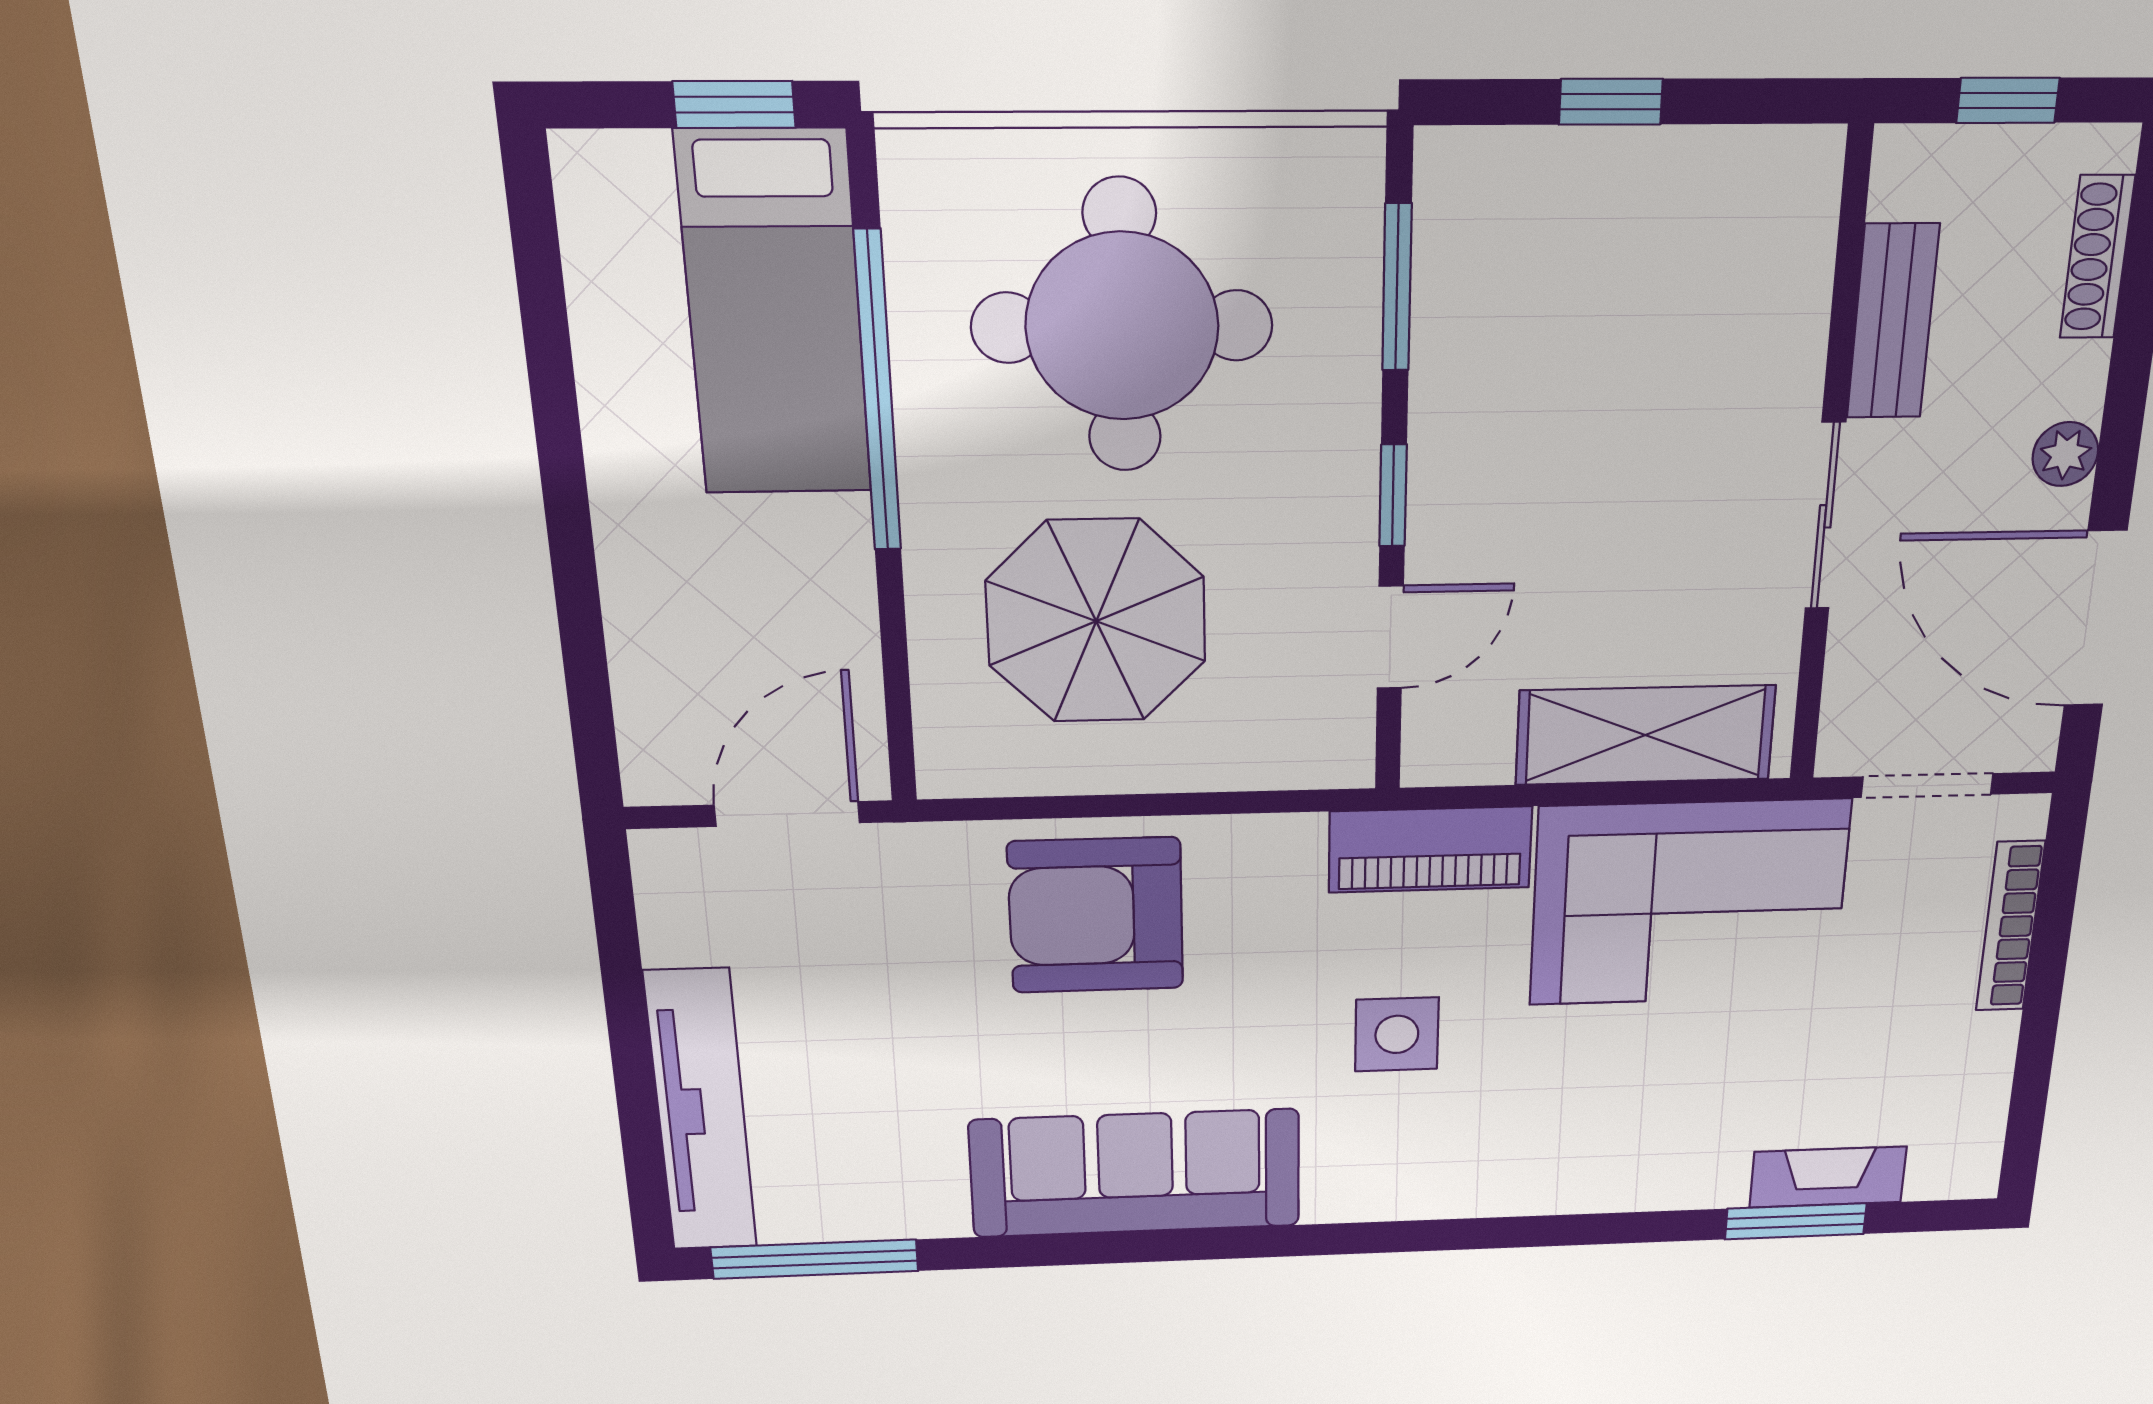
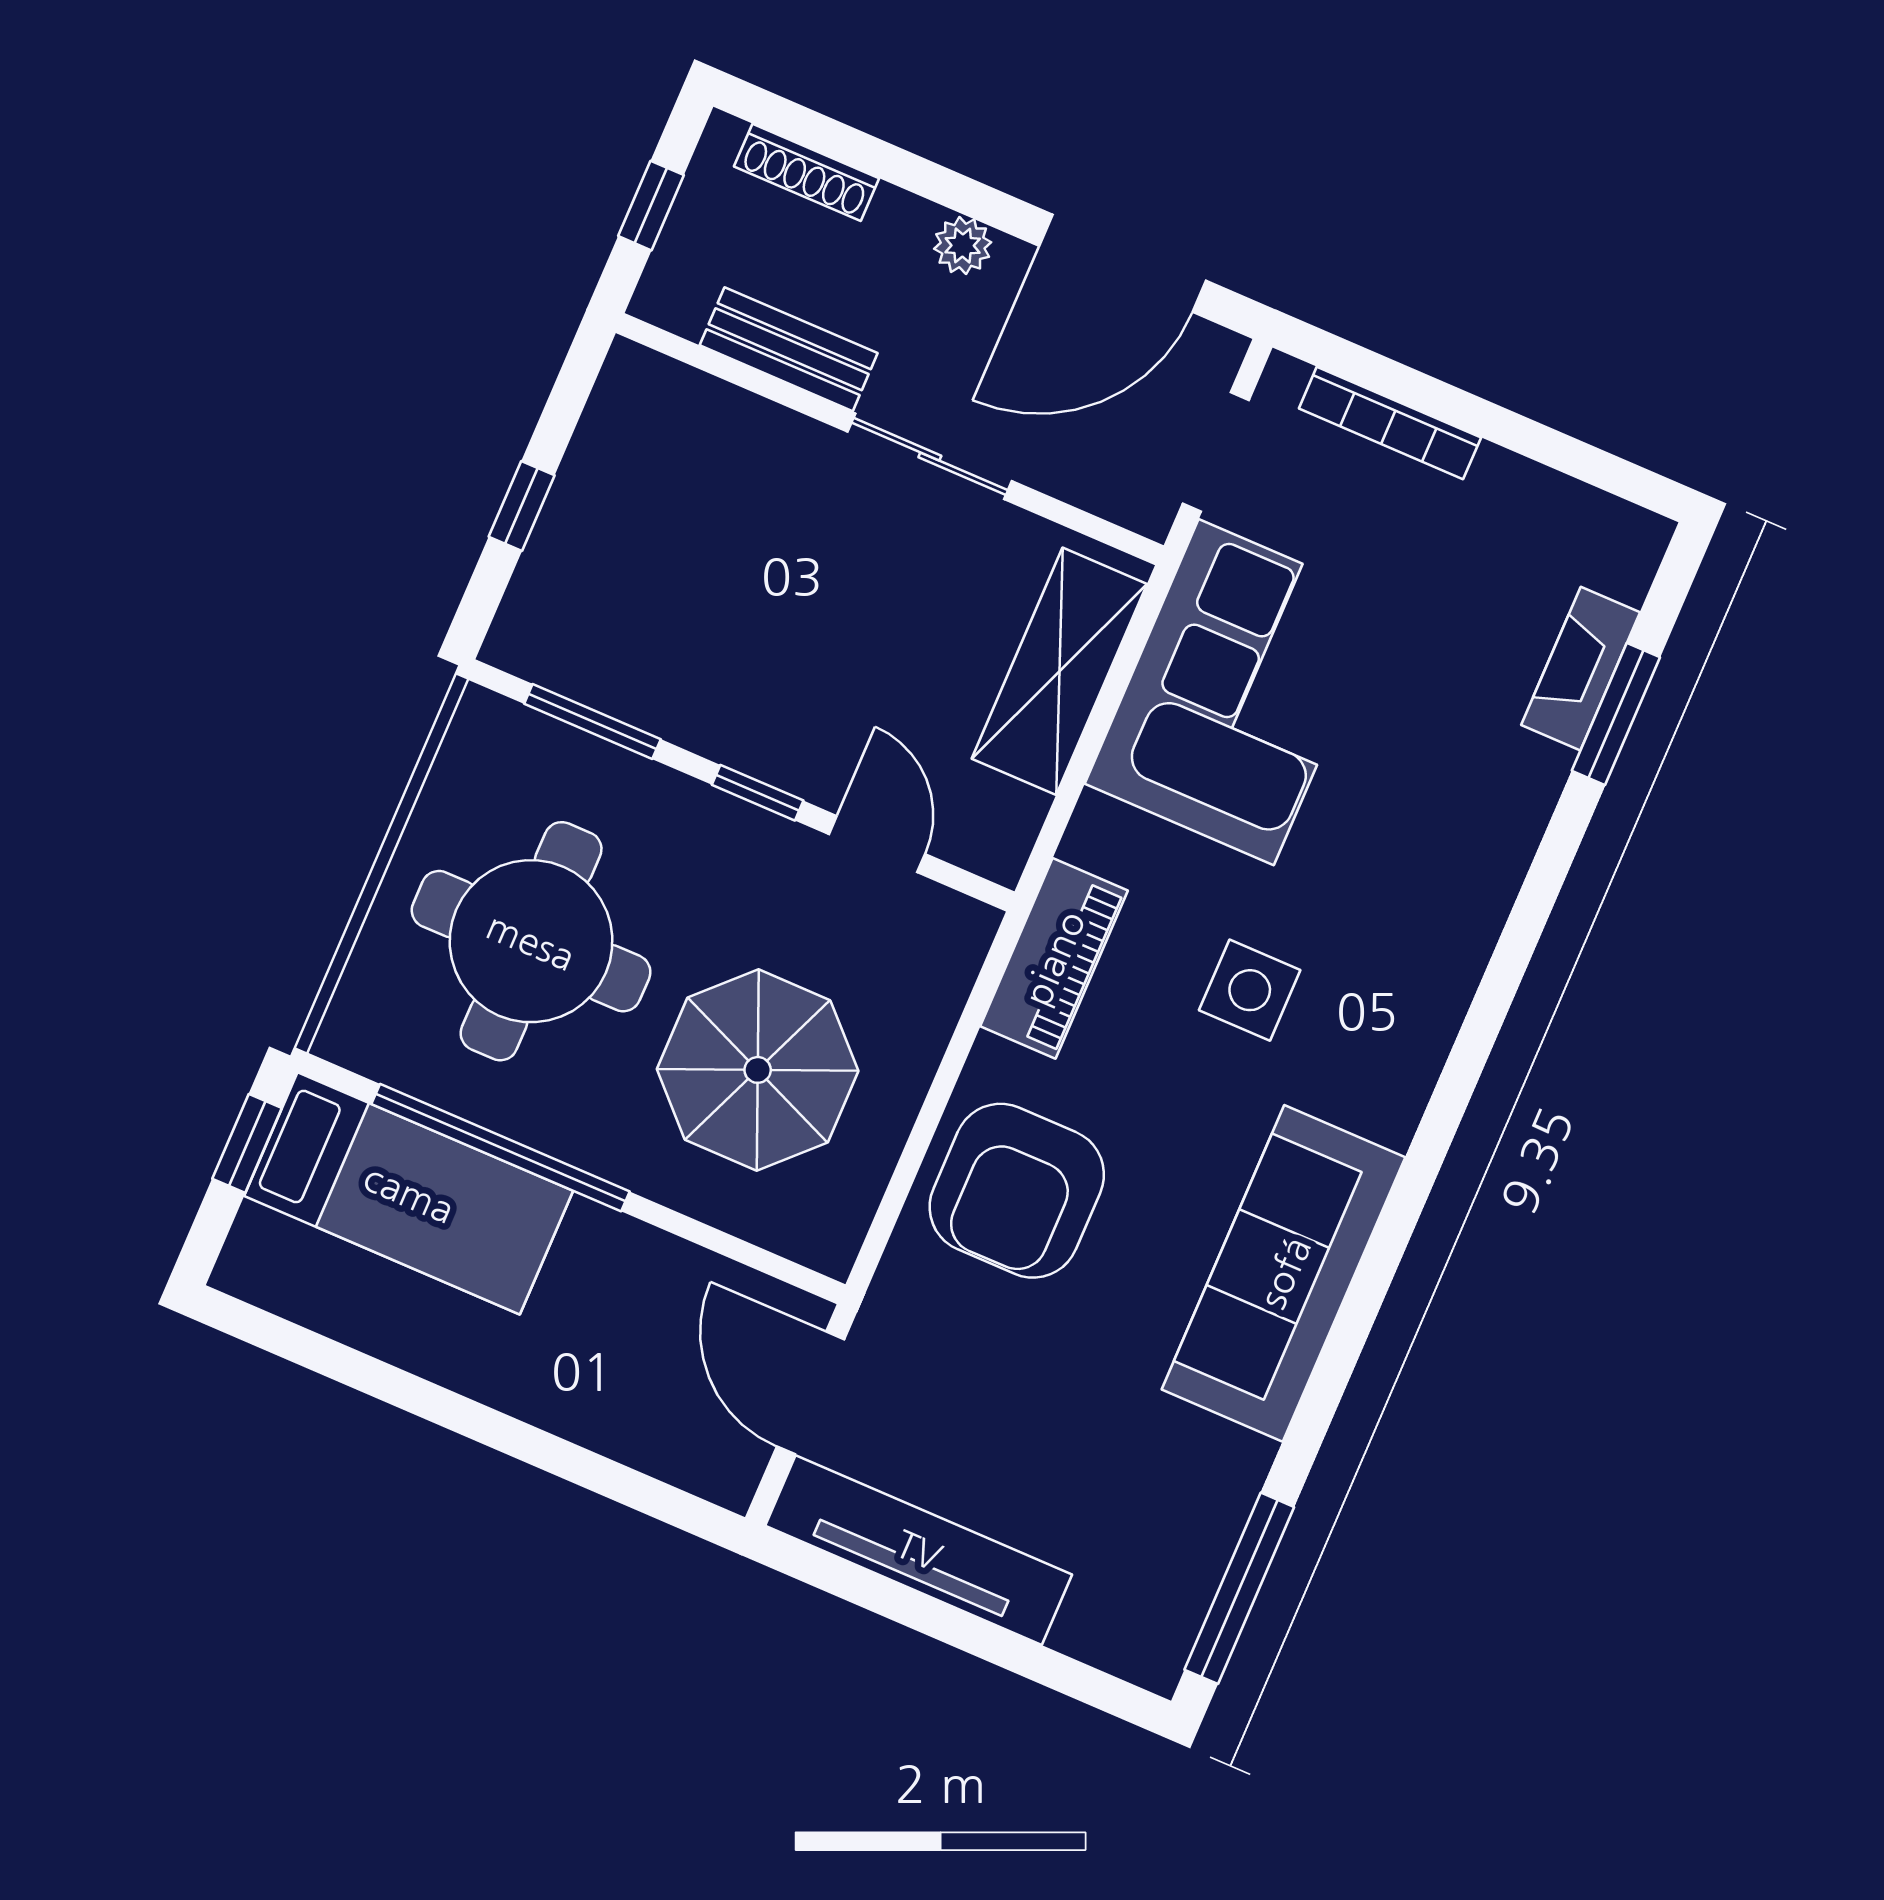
piano: (1430, 850) -> (1054, 958), moved
tv unit: (701, 1111) -> (919, 1550), moved

